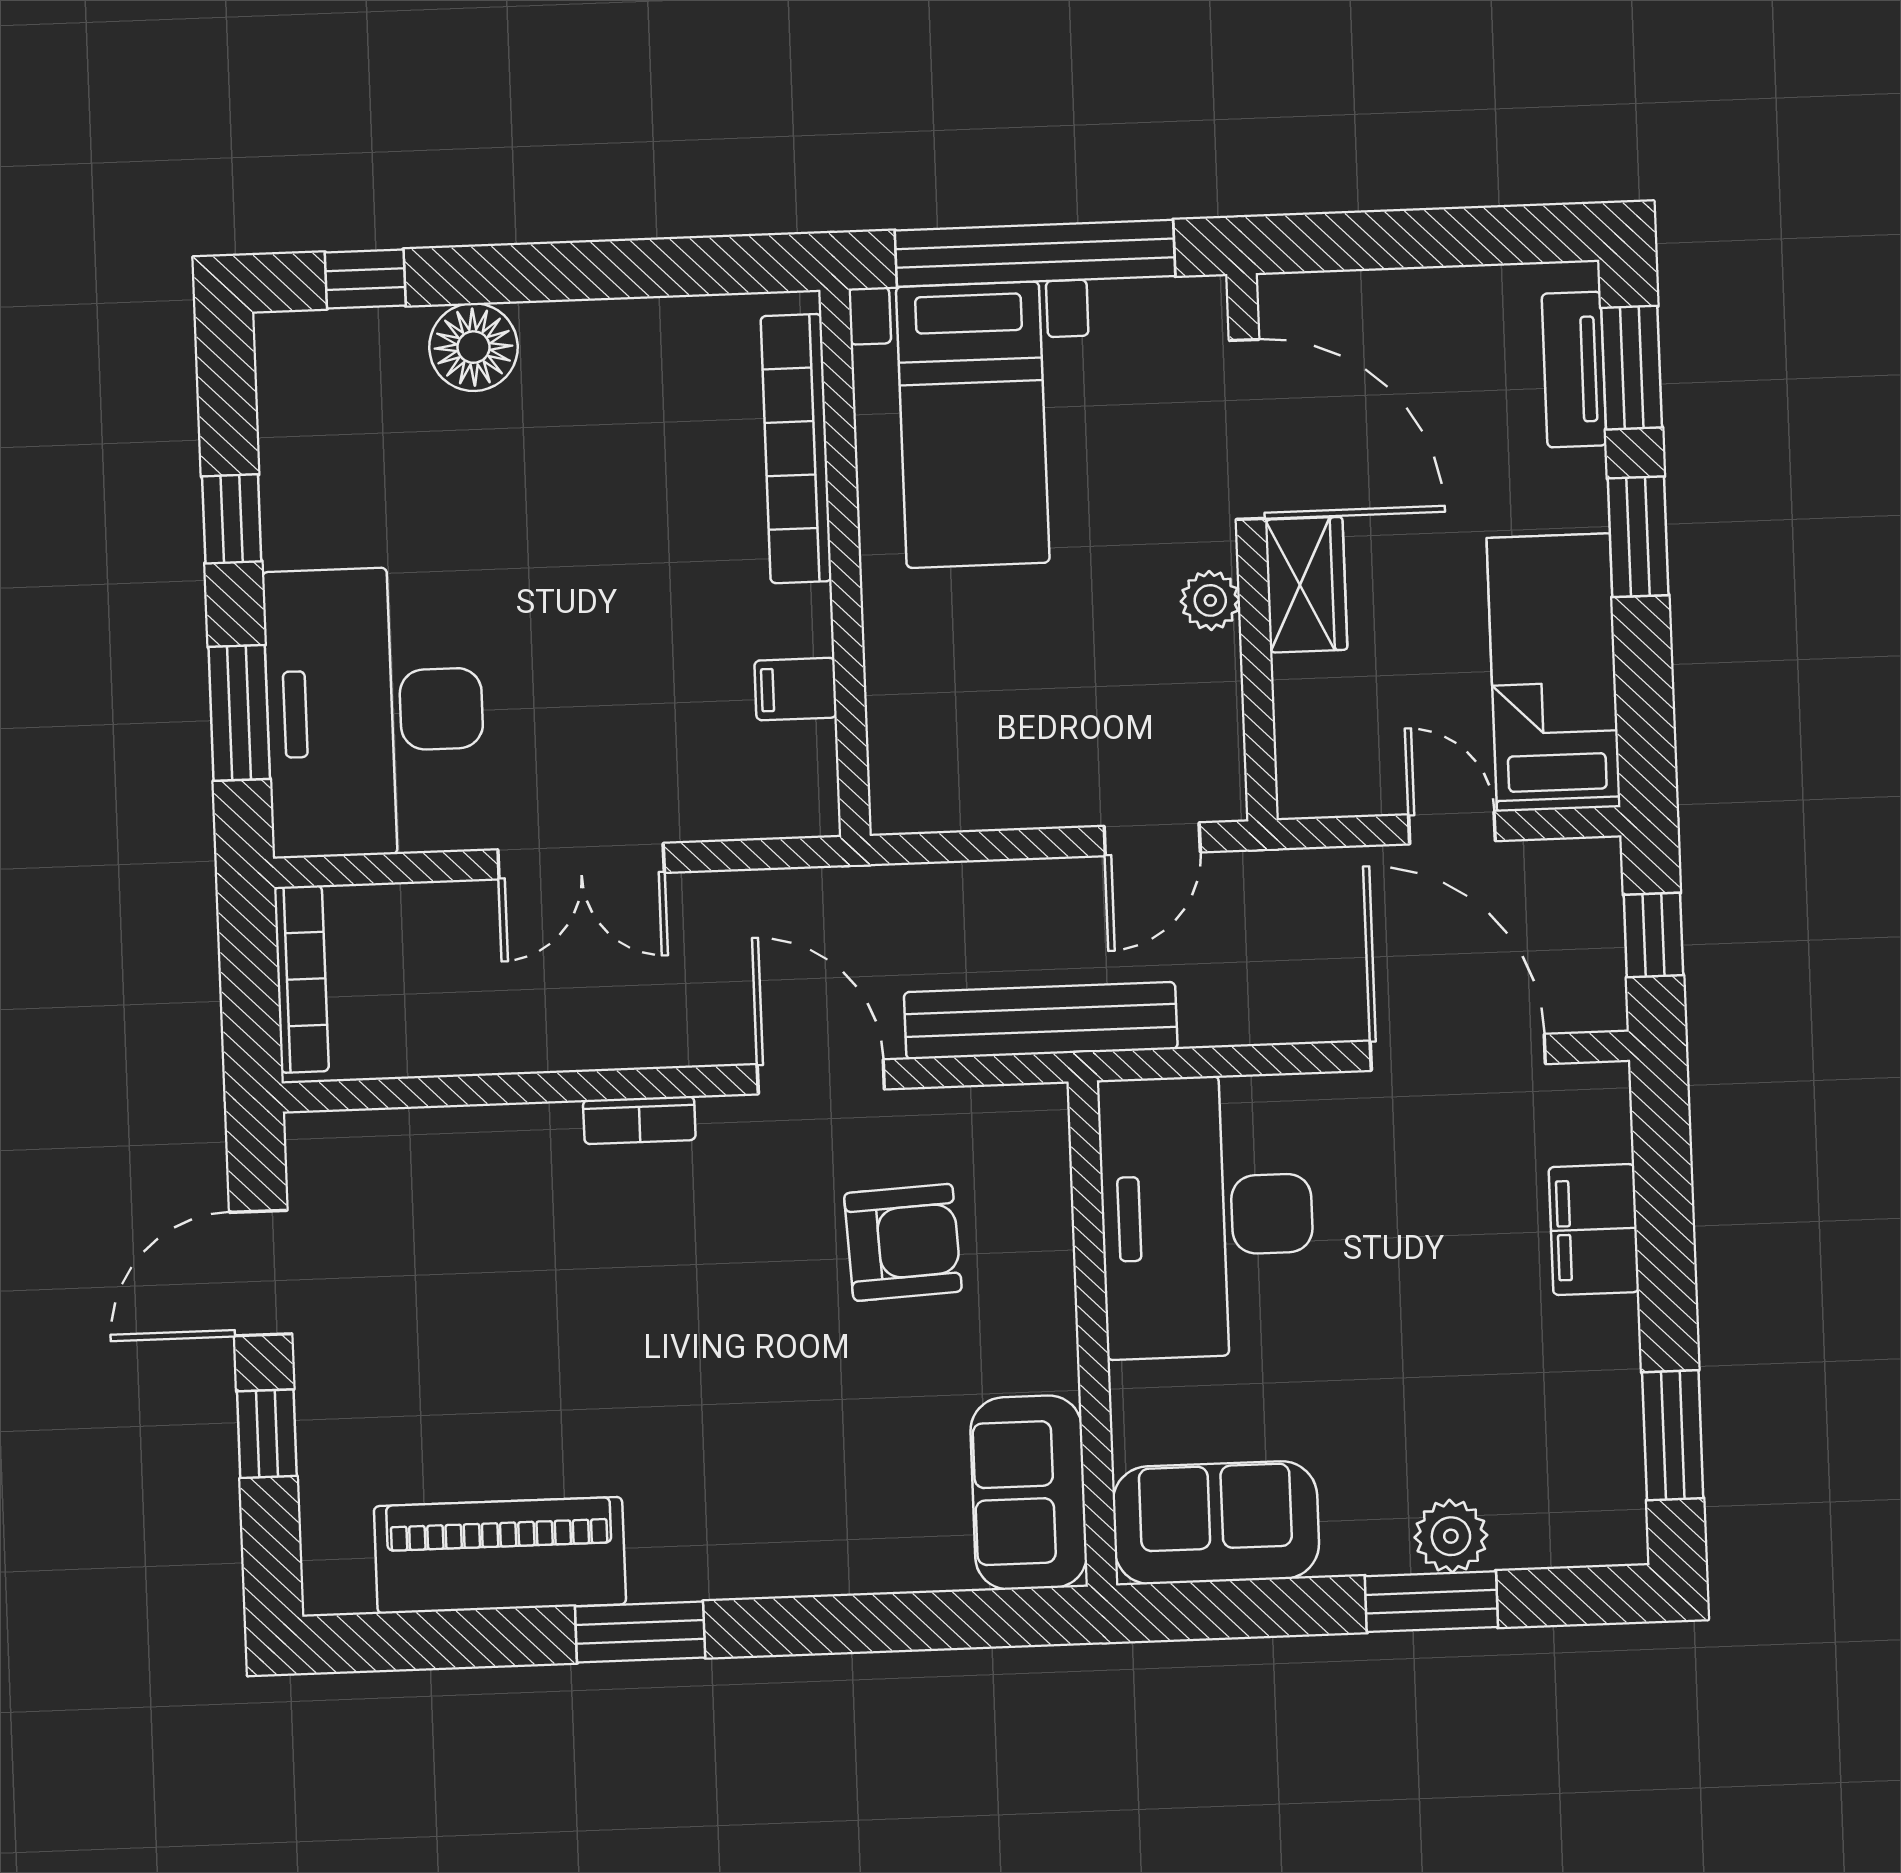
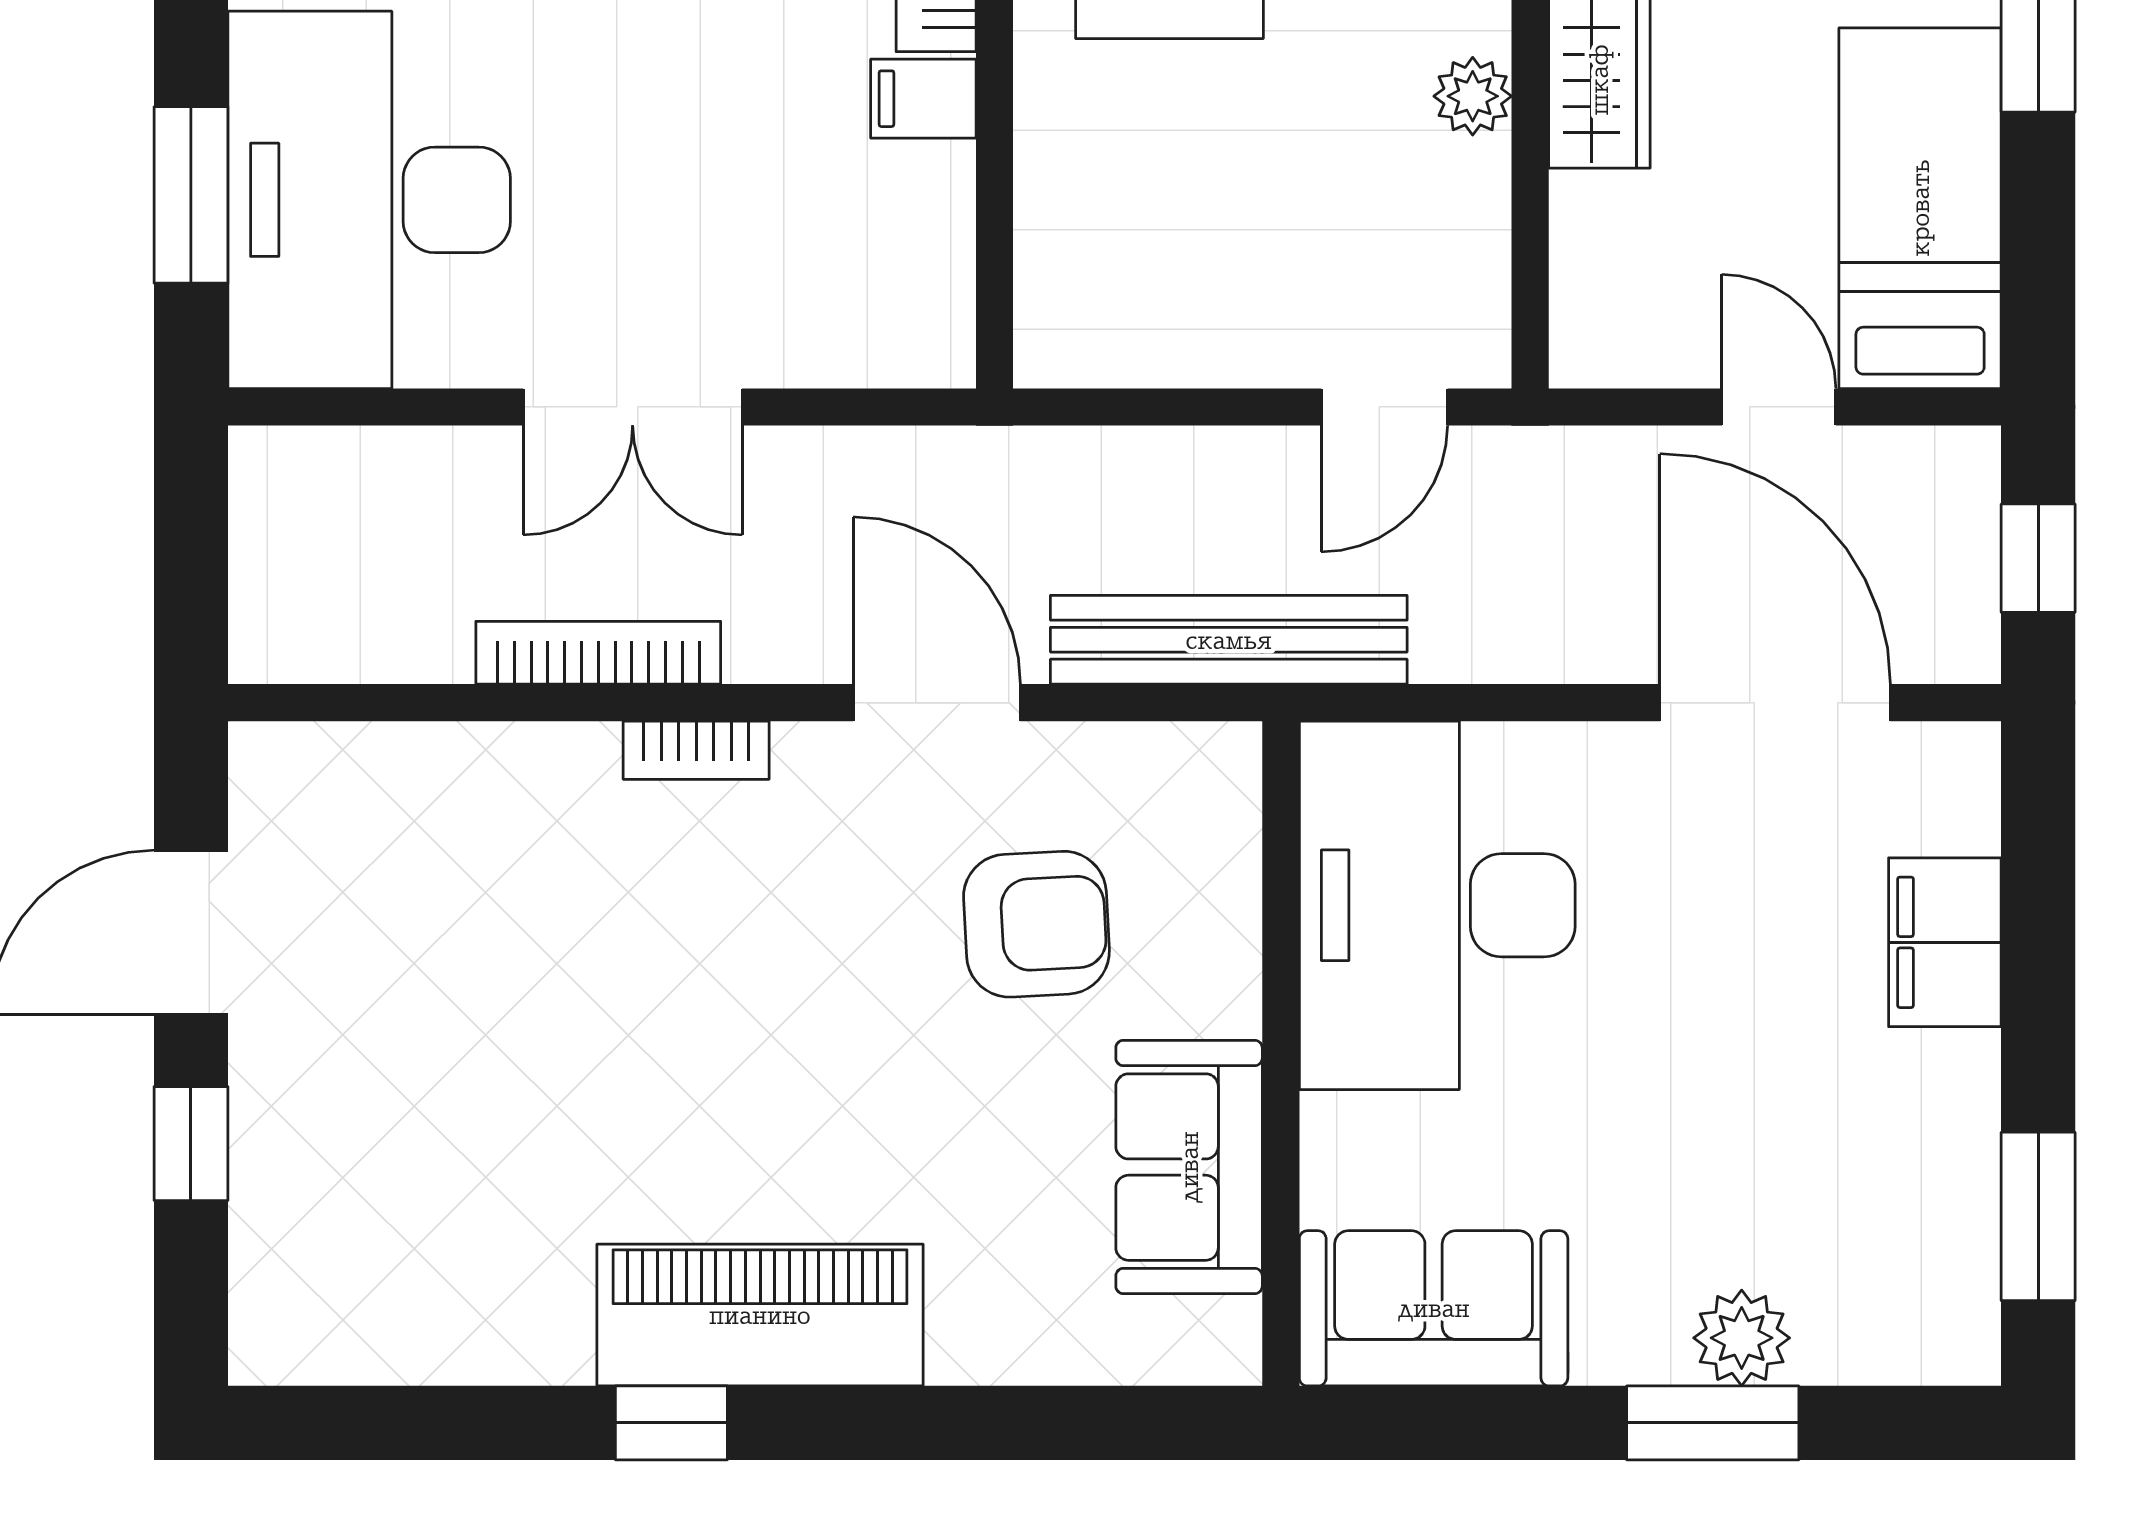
filing cabinet: (796, 689) -> (923, 99), moved
bookcase: (301, 979) -> (598, 653), moved, turned -90
sofa: (1029, 1493) -> (1189, 1167), moved
piano: (500, 1555) -> (760, 1315), moved
window: (640, 1632) -> (671, 1423), width x0.67

